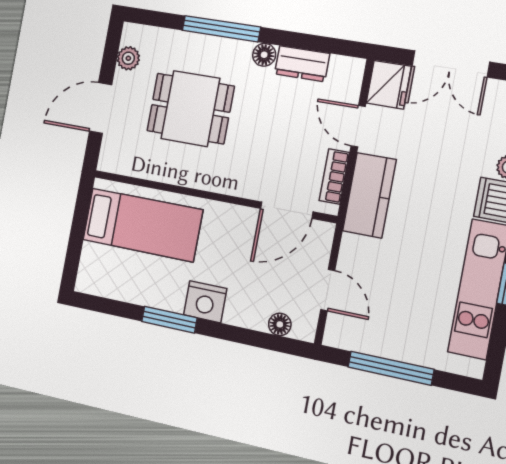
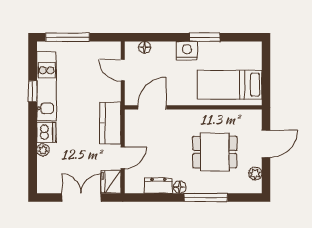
door: (358, 126) -> (123, 158), hinge flipped
bookcase: (334, 176) -> (130, 130), removed
window: (391, 368) -> (67, 37), moved

